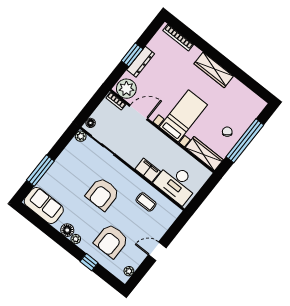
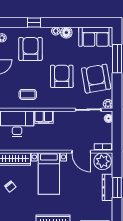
door: (139, 112) -> (81, 152), hinge flipped
armchair: (73, 168) -> (96, 79), added

